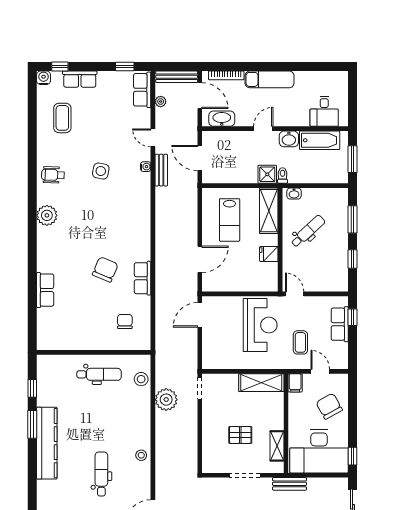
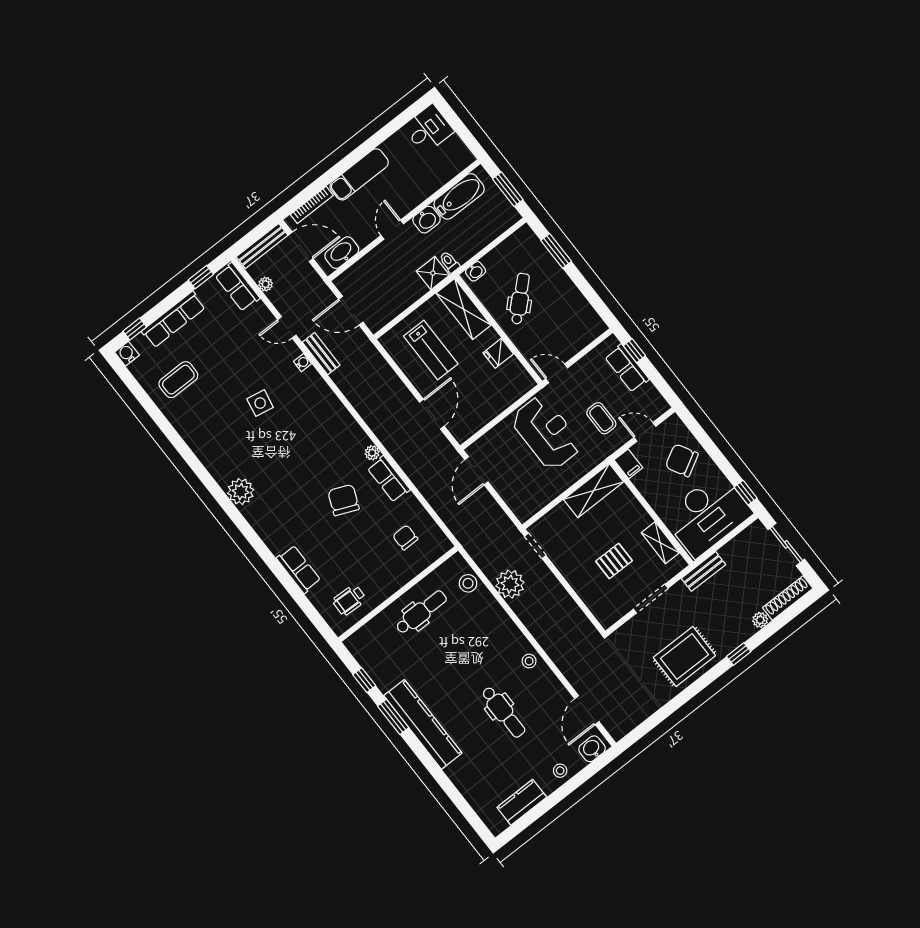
row of seats: (80, 79) -> (173, 319), width x1.48
desk: (324, 111) -> (428, 129), moved, turned -90
coffee table: (62, 118) -> (178, 380), turned 90
wheelchair: (53, 175) -> (349, 600), moved
plant: (145, 254) -> (372, 453), added
window: (353, 259) -> (588, 291), removed
dental chair: (101, 474) -> (503, 712), turned 180

